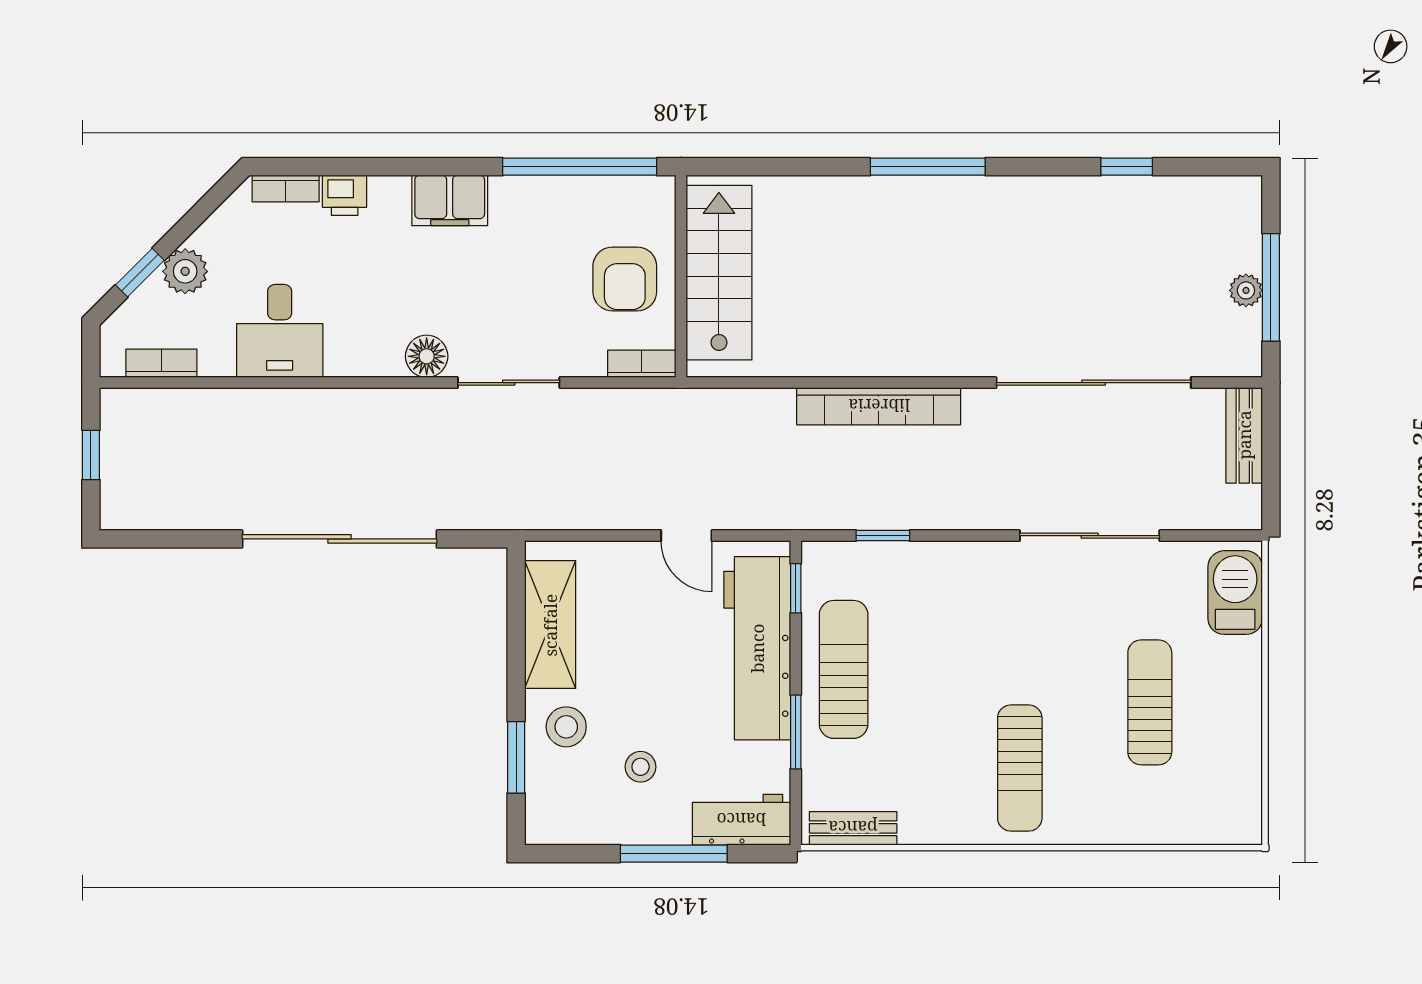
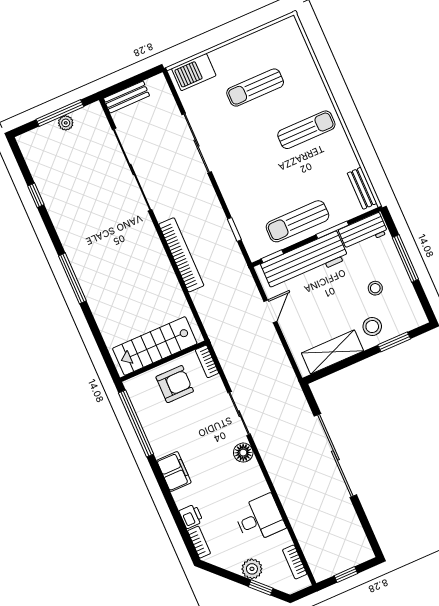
workbench: (741, 820) -> (363, 231), moved, turned -90

